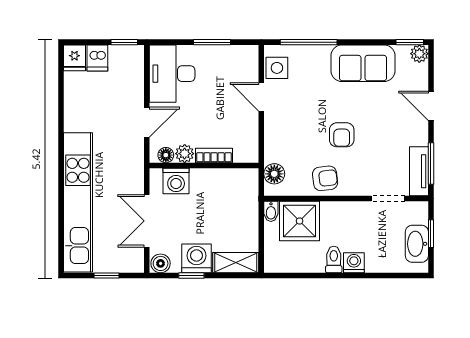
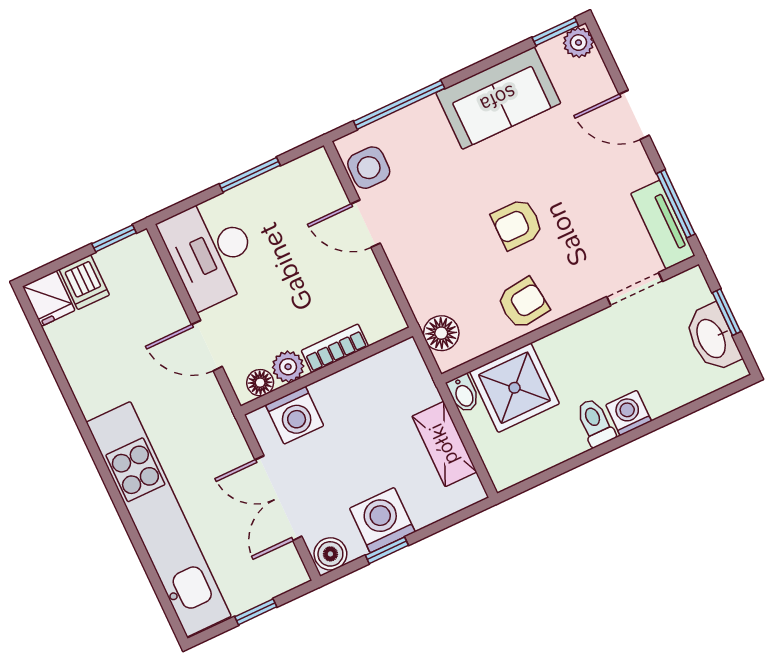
door: (147, 122) -> (207, 346), swing flipped
armchair: (342, 135) -> (517, 224), turned 90
shelving: (236, 263) -> (444, 444), moved, turned 90

